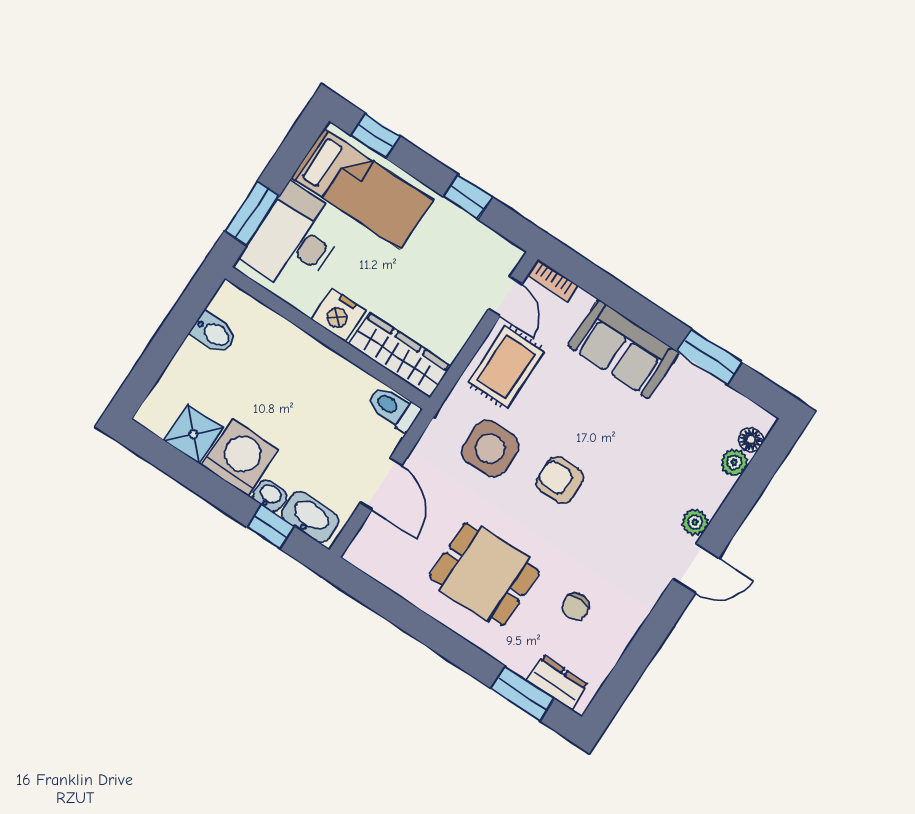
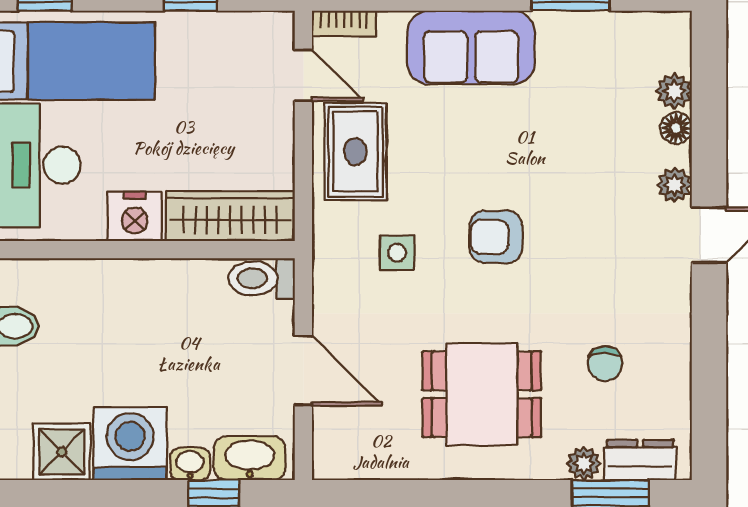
floor lamp: (751, 440) -> (676, 128), moved
side table: (490, 448) -> (397, 253), width x0.54, depth x0.54
plant: (520, 661) -> (584, 463), added

